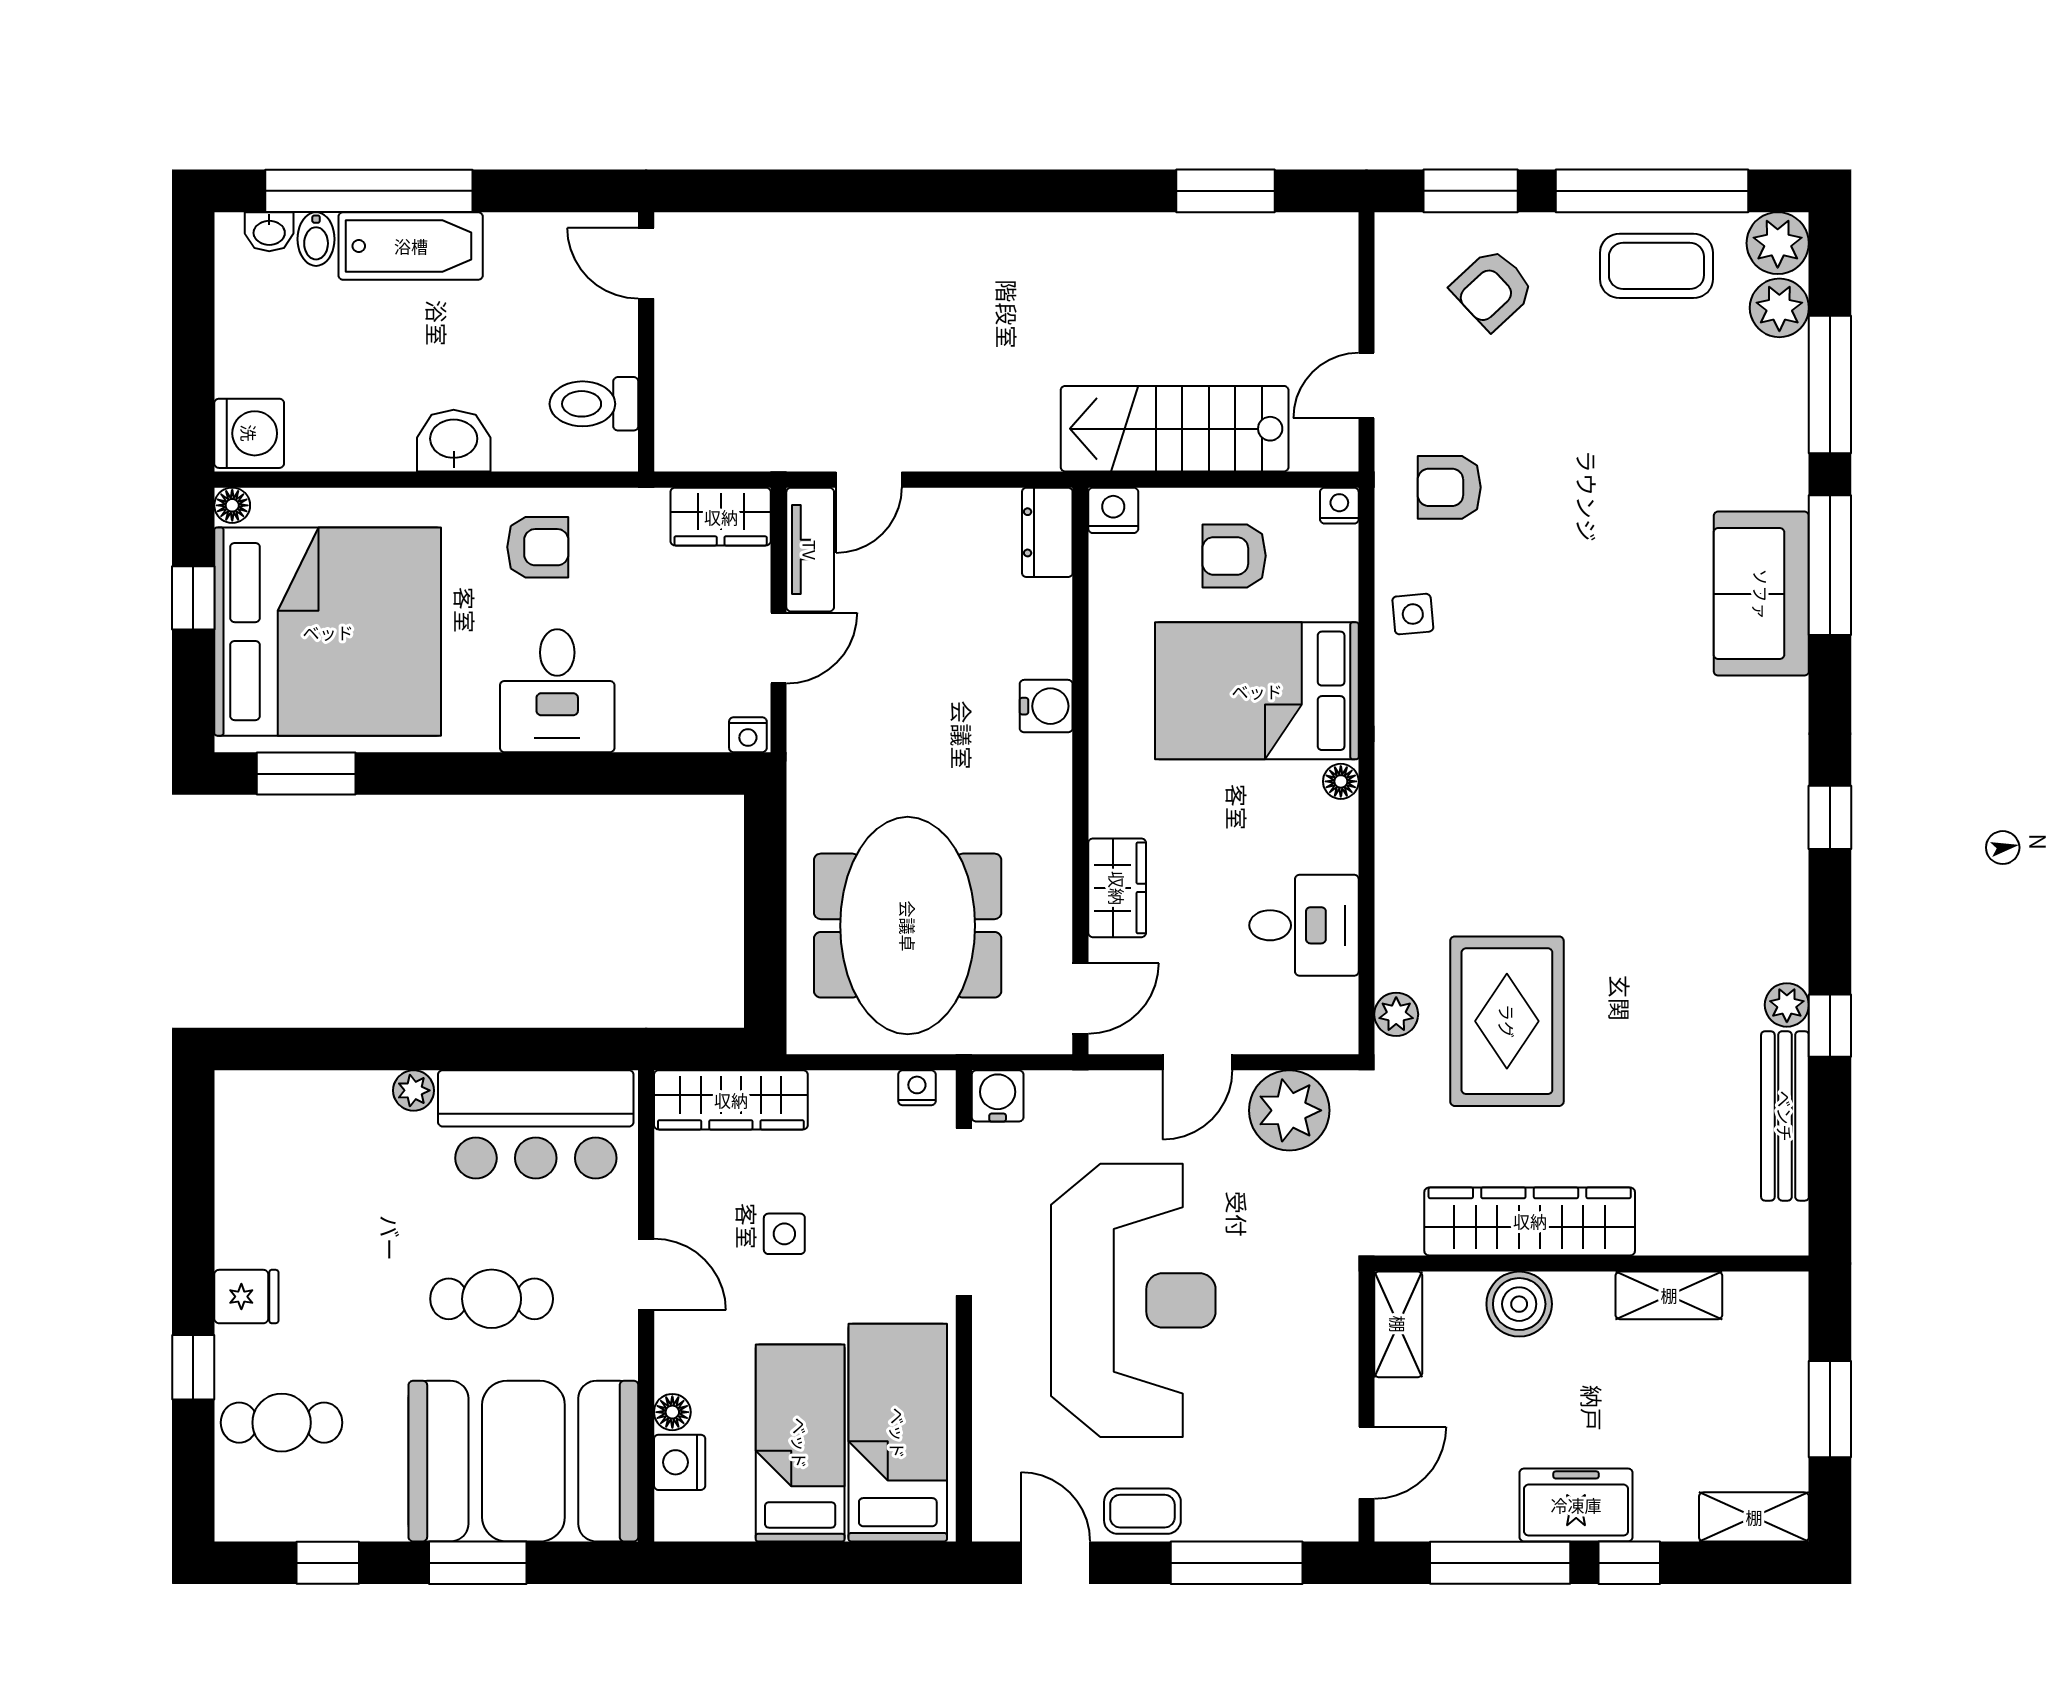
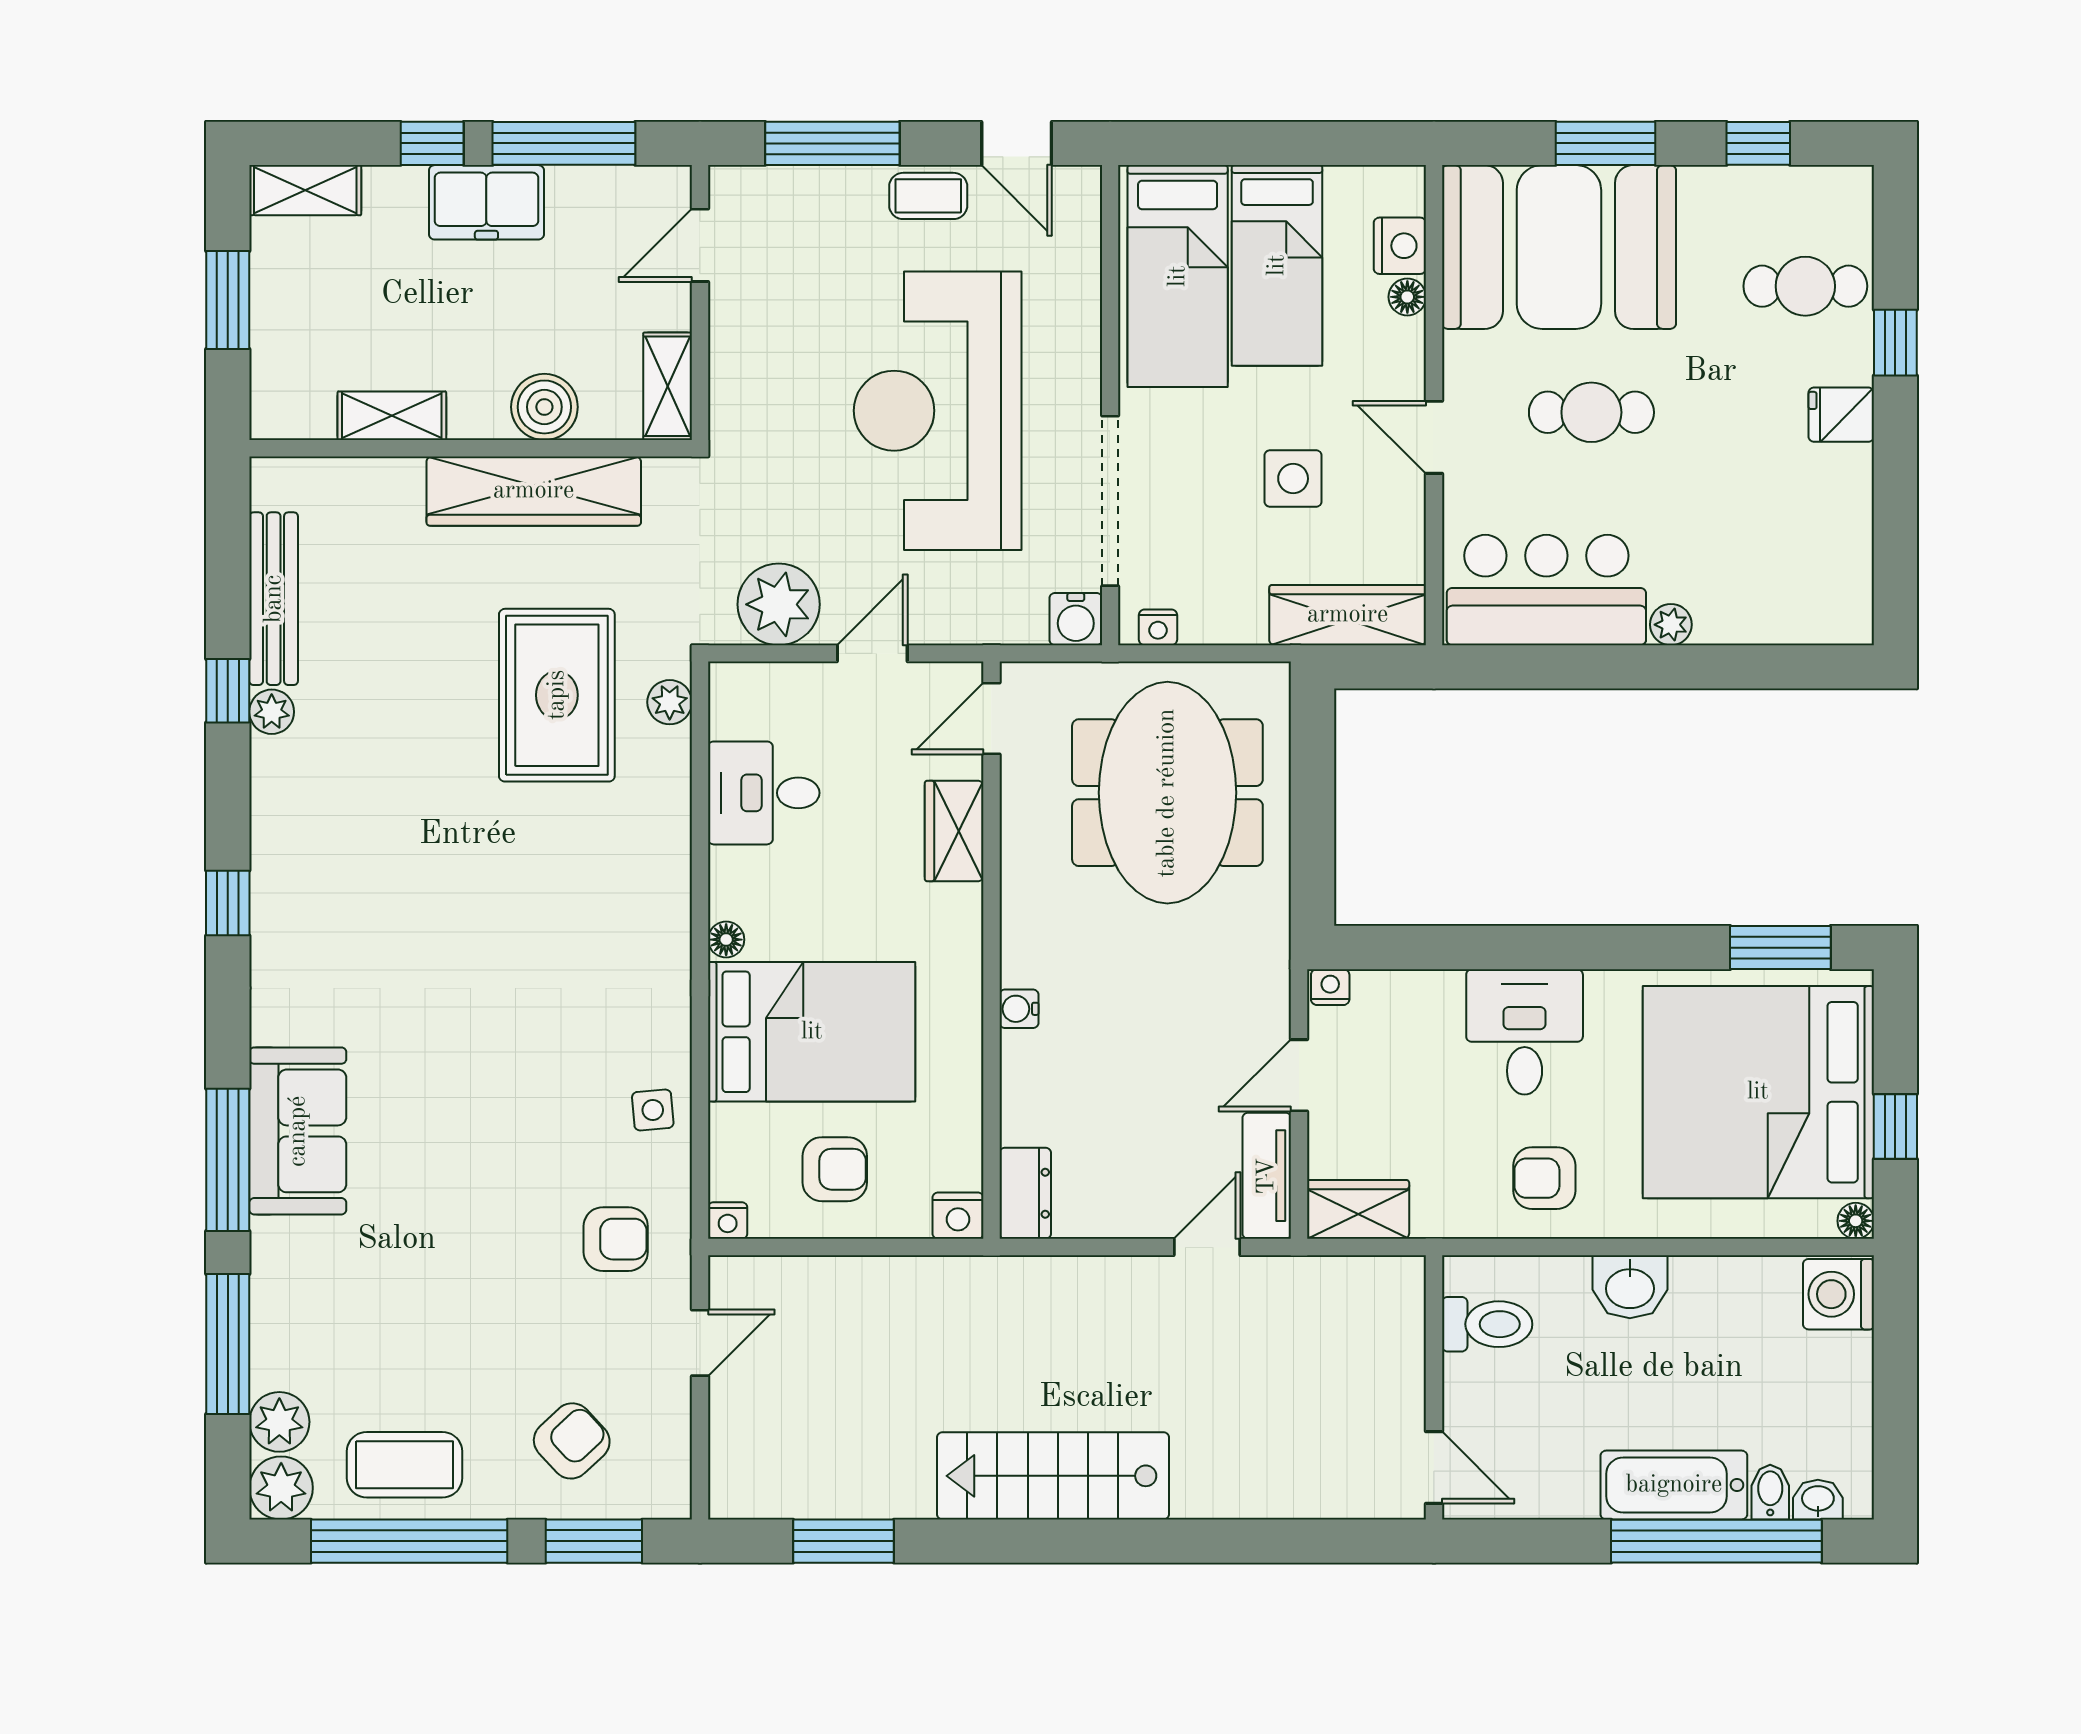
stairs: (1175, 429) -> (1053, 1476), moved, turned 180
water cooler: (1046, 706) -> (1019, 1009), width x0.72, depth x0.72
side table: (784, 1234) -> (1293, 479), width x1.37, depth x1.37

